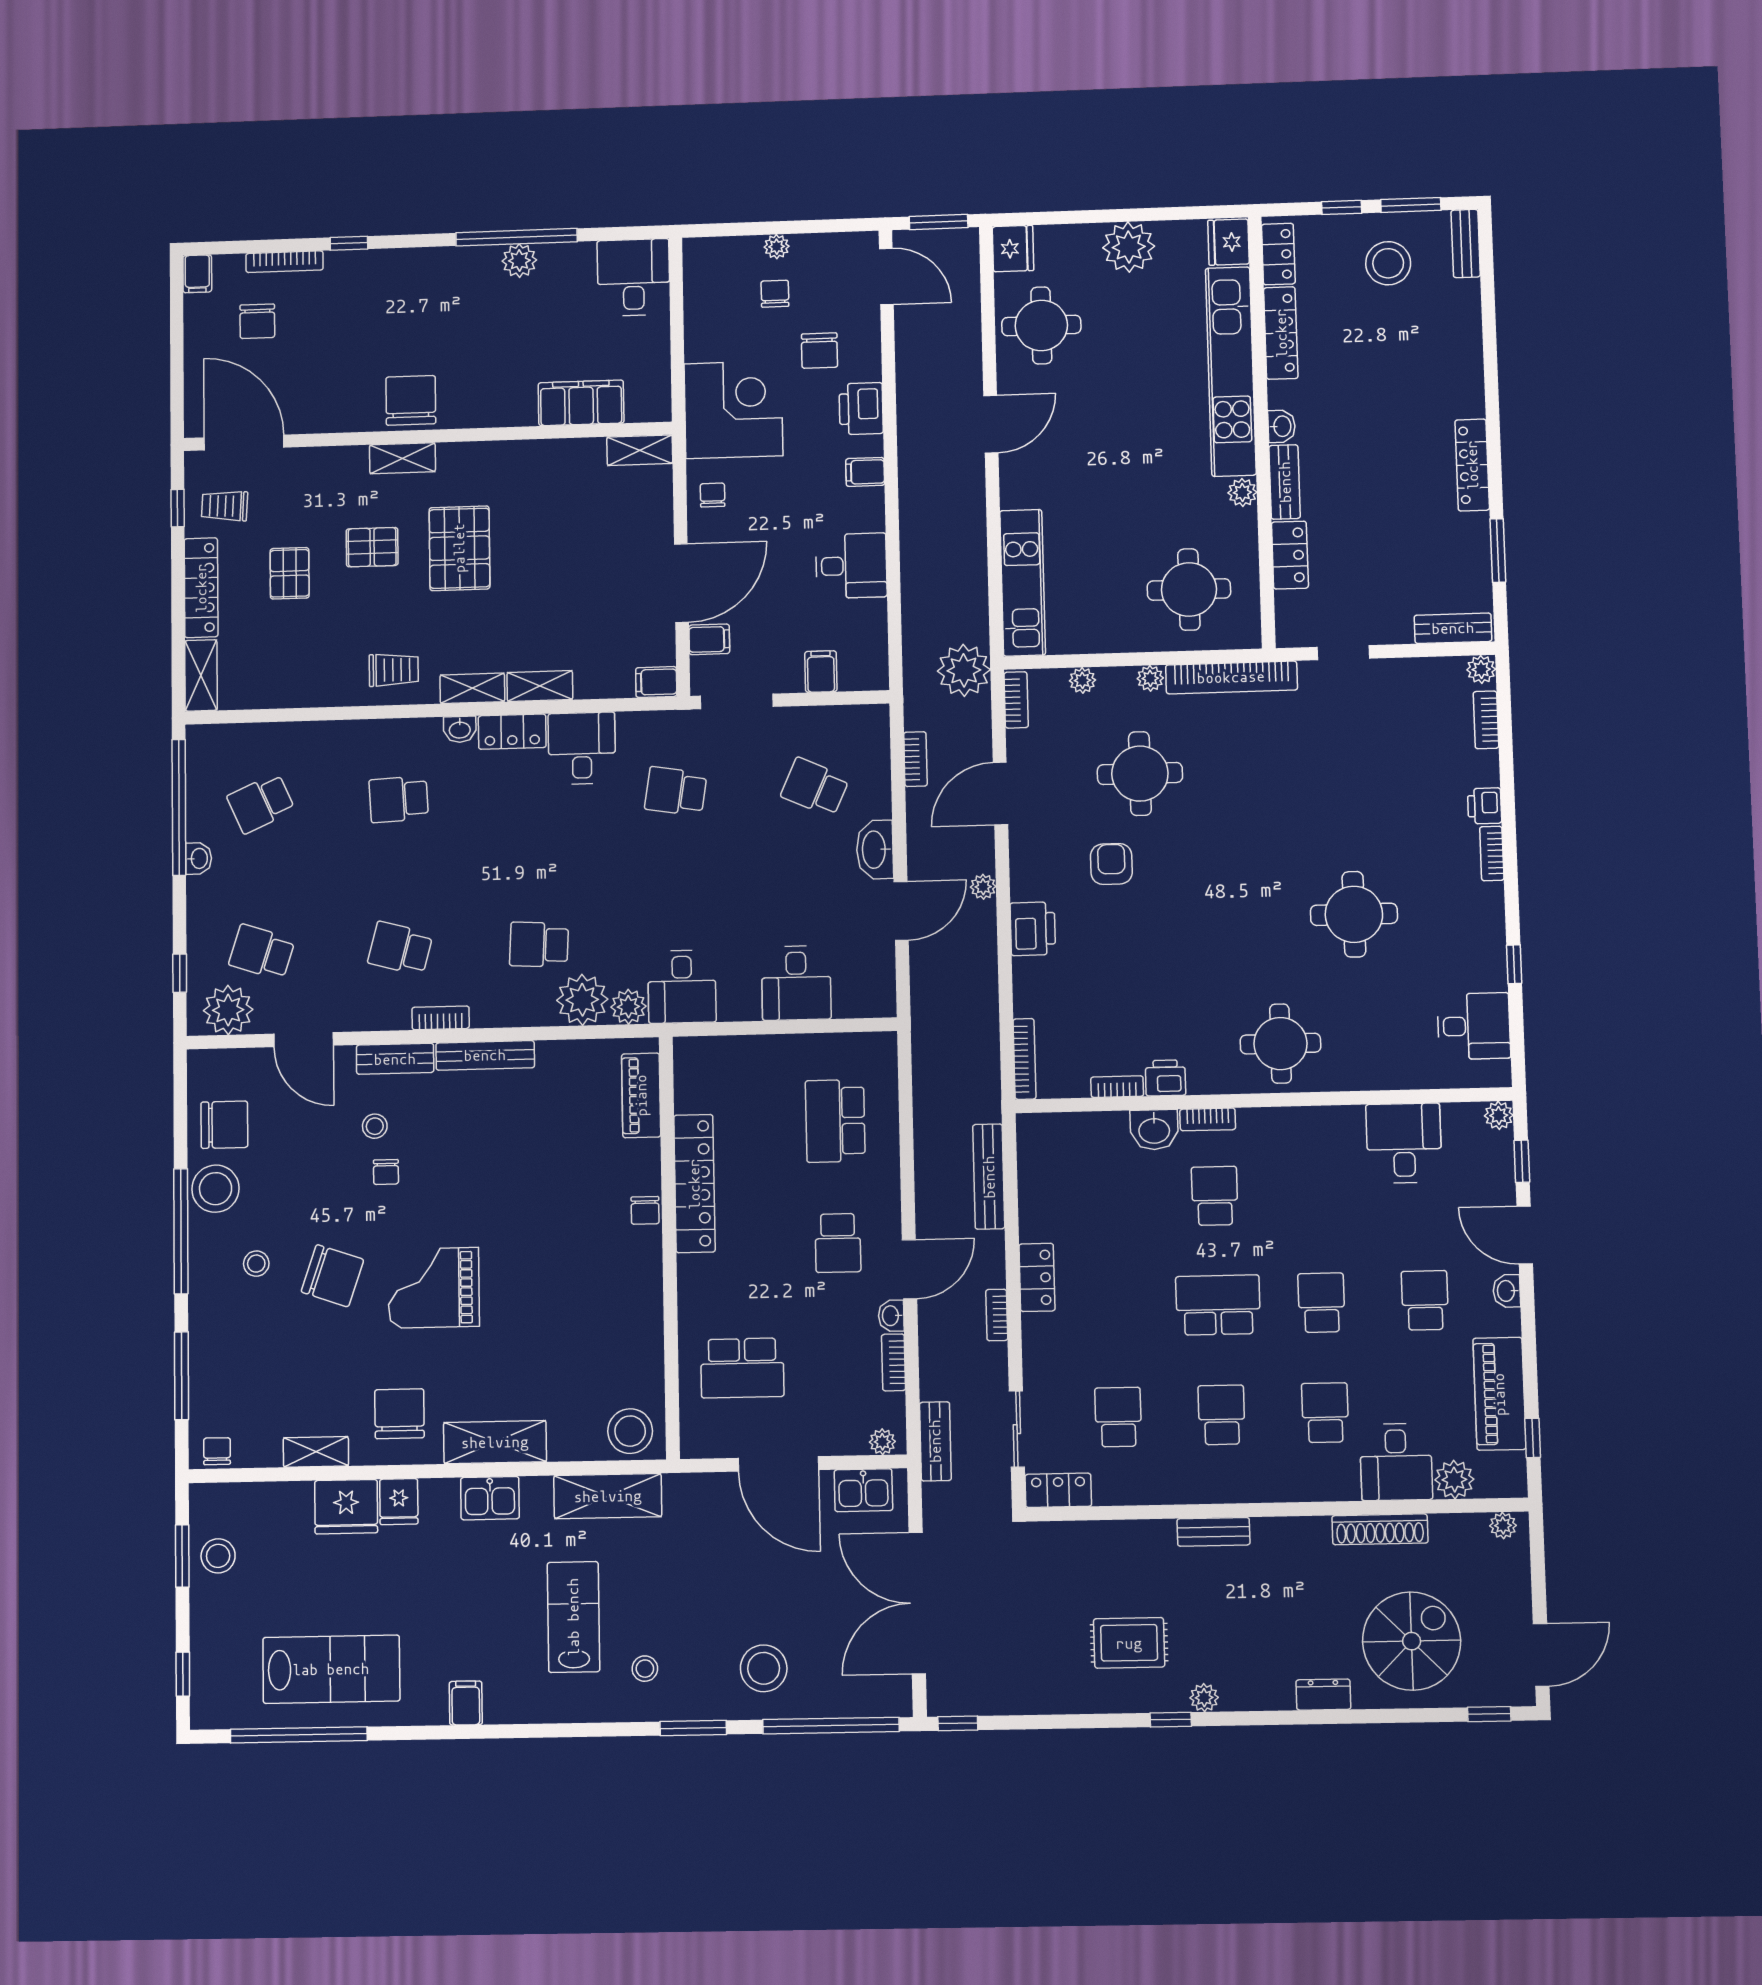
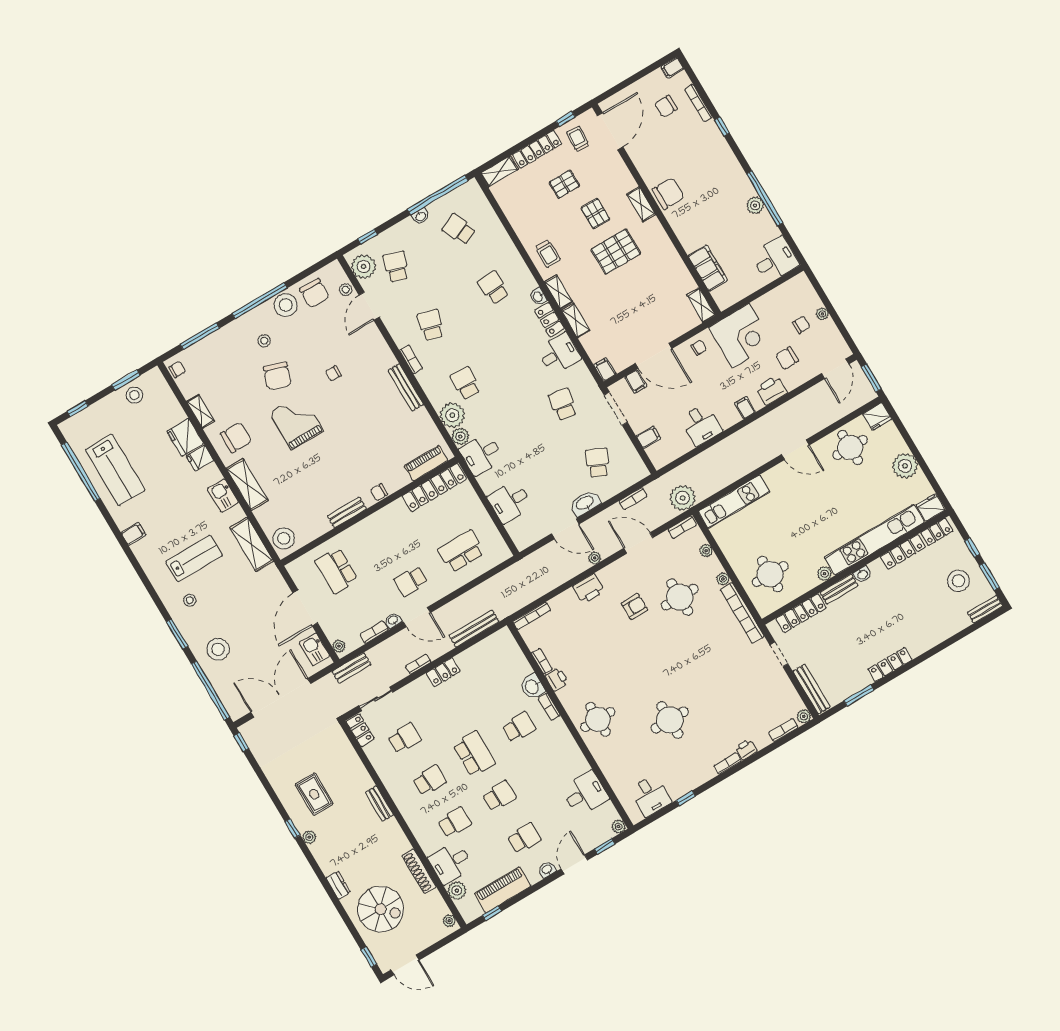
locker: (1290, 555) -> (801, 613), width x1.53
bench: (1453, 628) -> (812, 689), width x1.36
bench: (395, 1059) -> (347, 512), moved, turned 90
stool: (375, 1126) -> (346, 290), moved
locker: (694, 1184) -> (434, 487), moved

